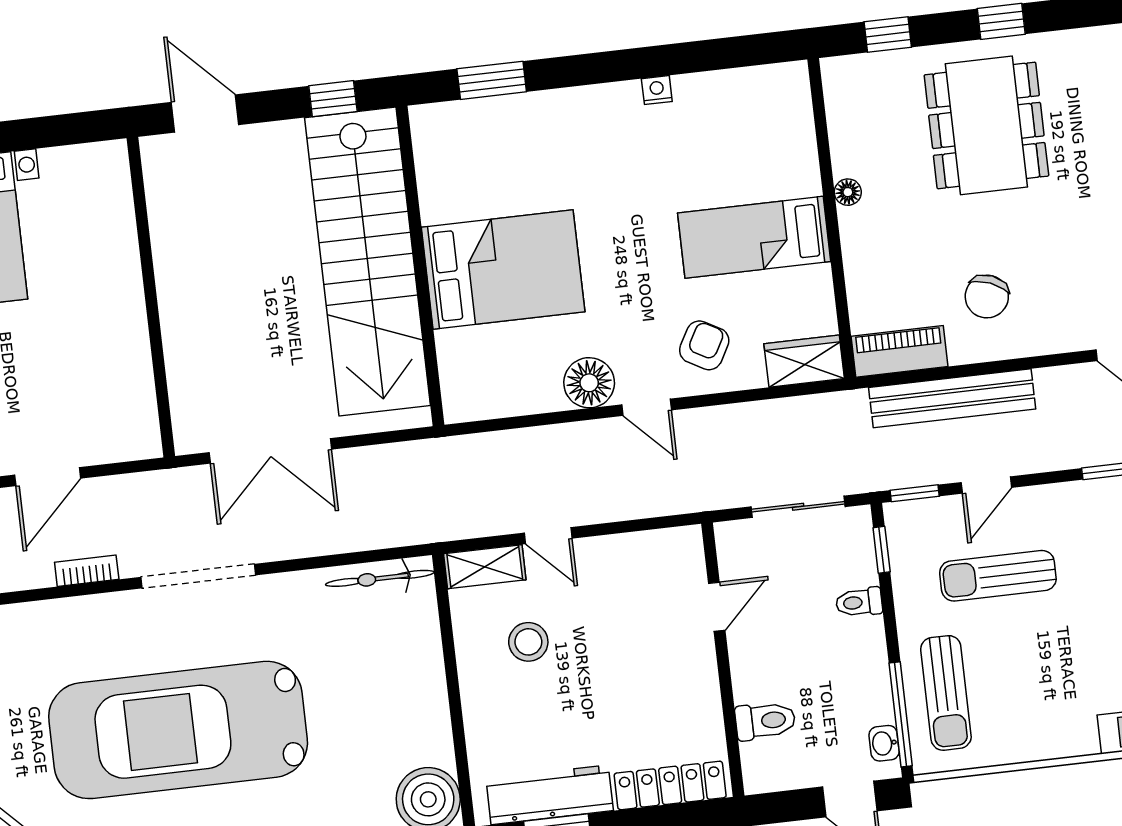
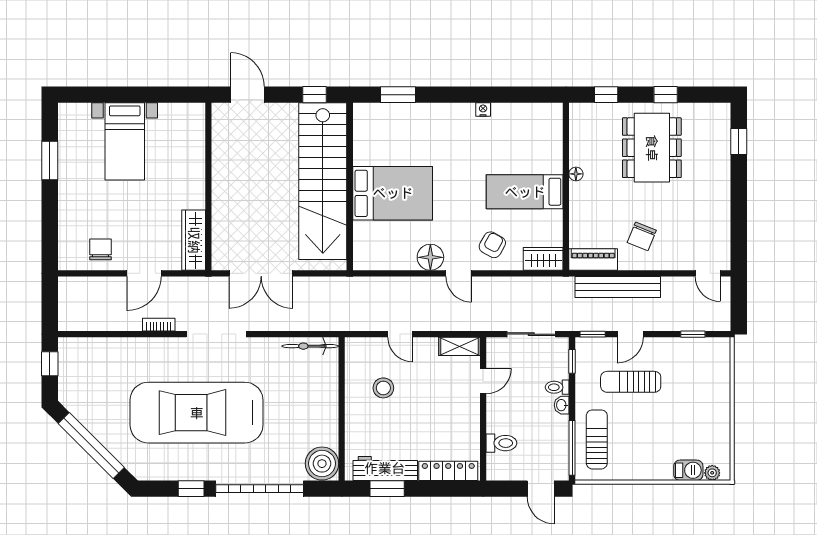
wardrobe: (135, 402) -> (194, 240), added
shelving: (485, 567) -> (460, 346), moved
sun lounger: (946, 693) -> (597, 439), turned 180
washbasin: (884, 743) -> (562, 405), moved

